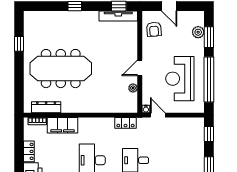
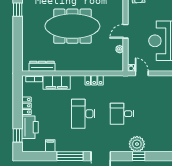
meeting table: (61, 69) -> (72, 26), moved
locker: (126, 123) -> (94, 80), moved

